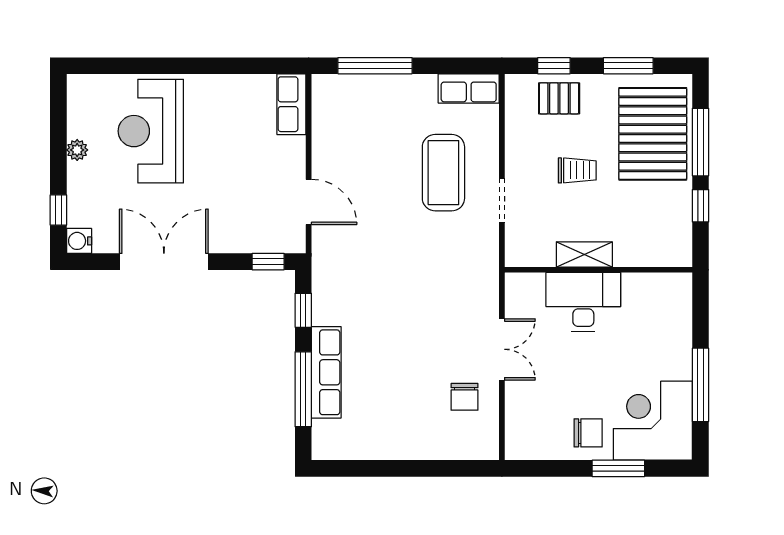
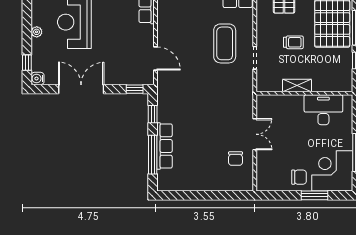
desk: (583, 302) -> (323, 110), moved

